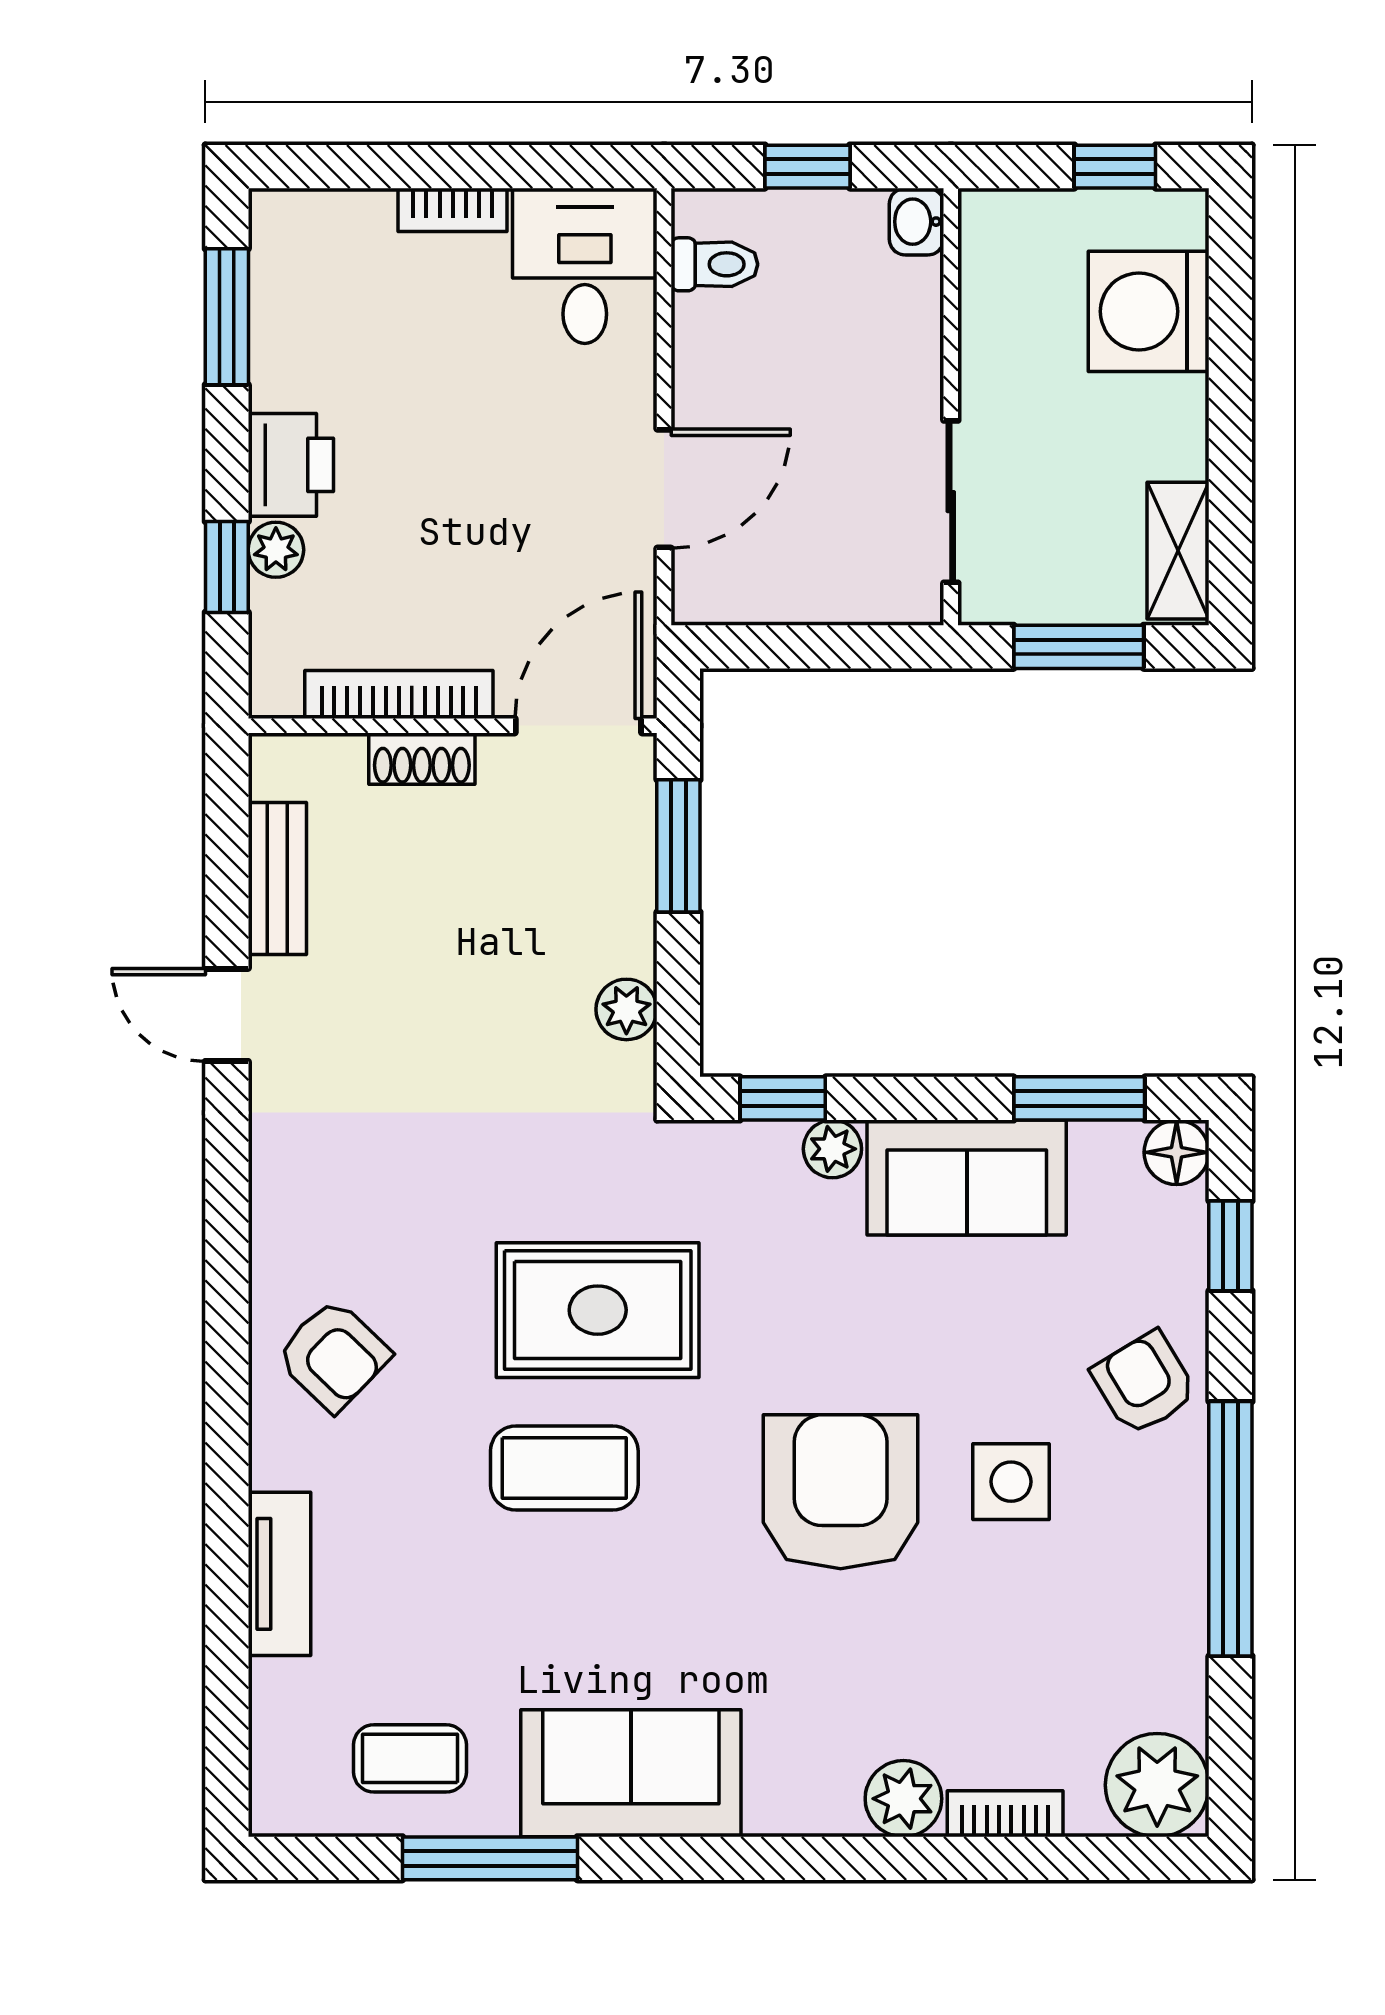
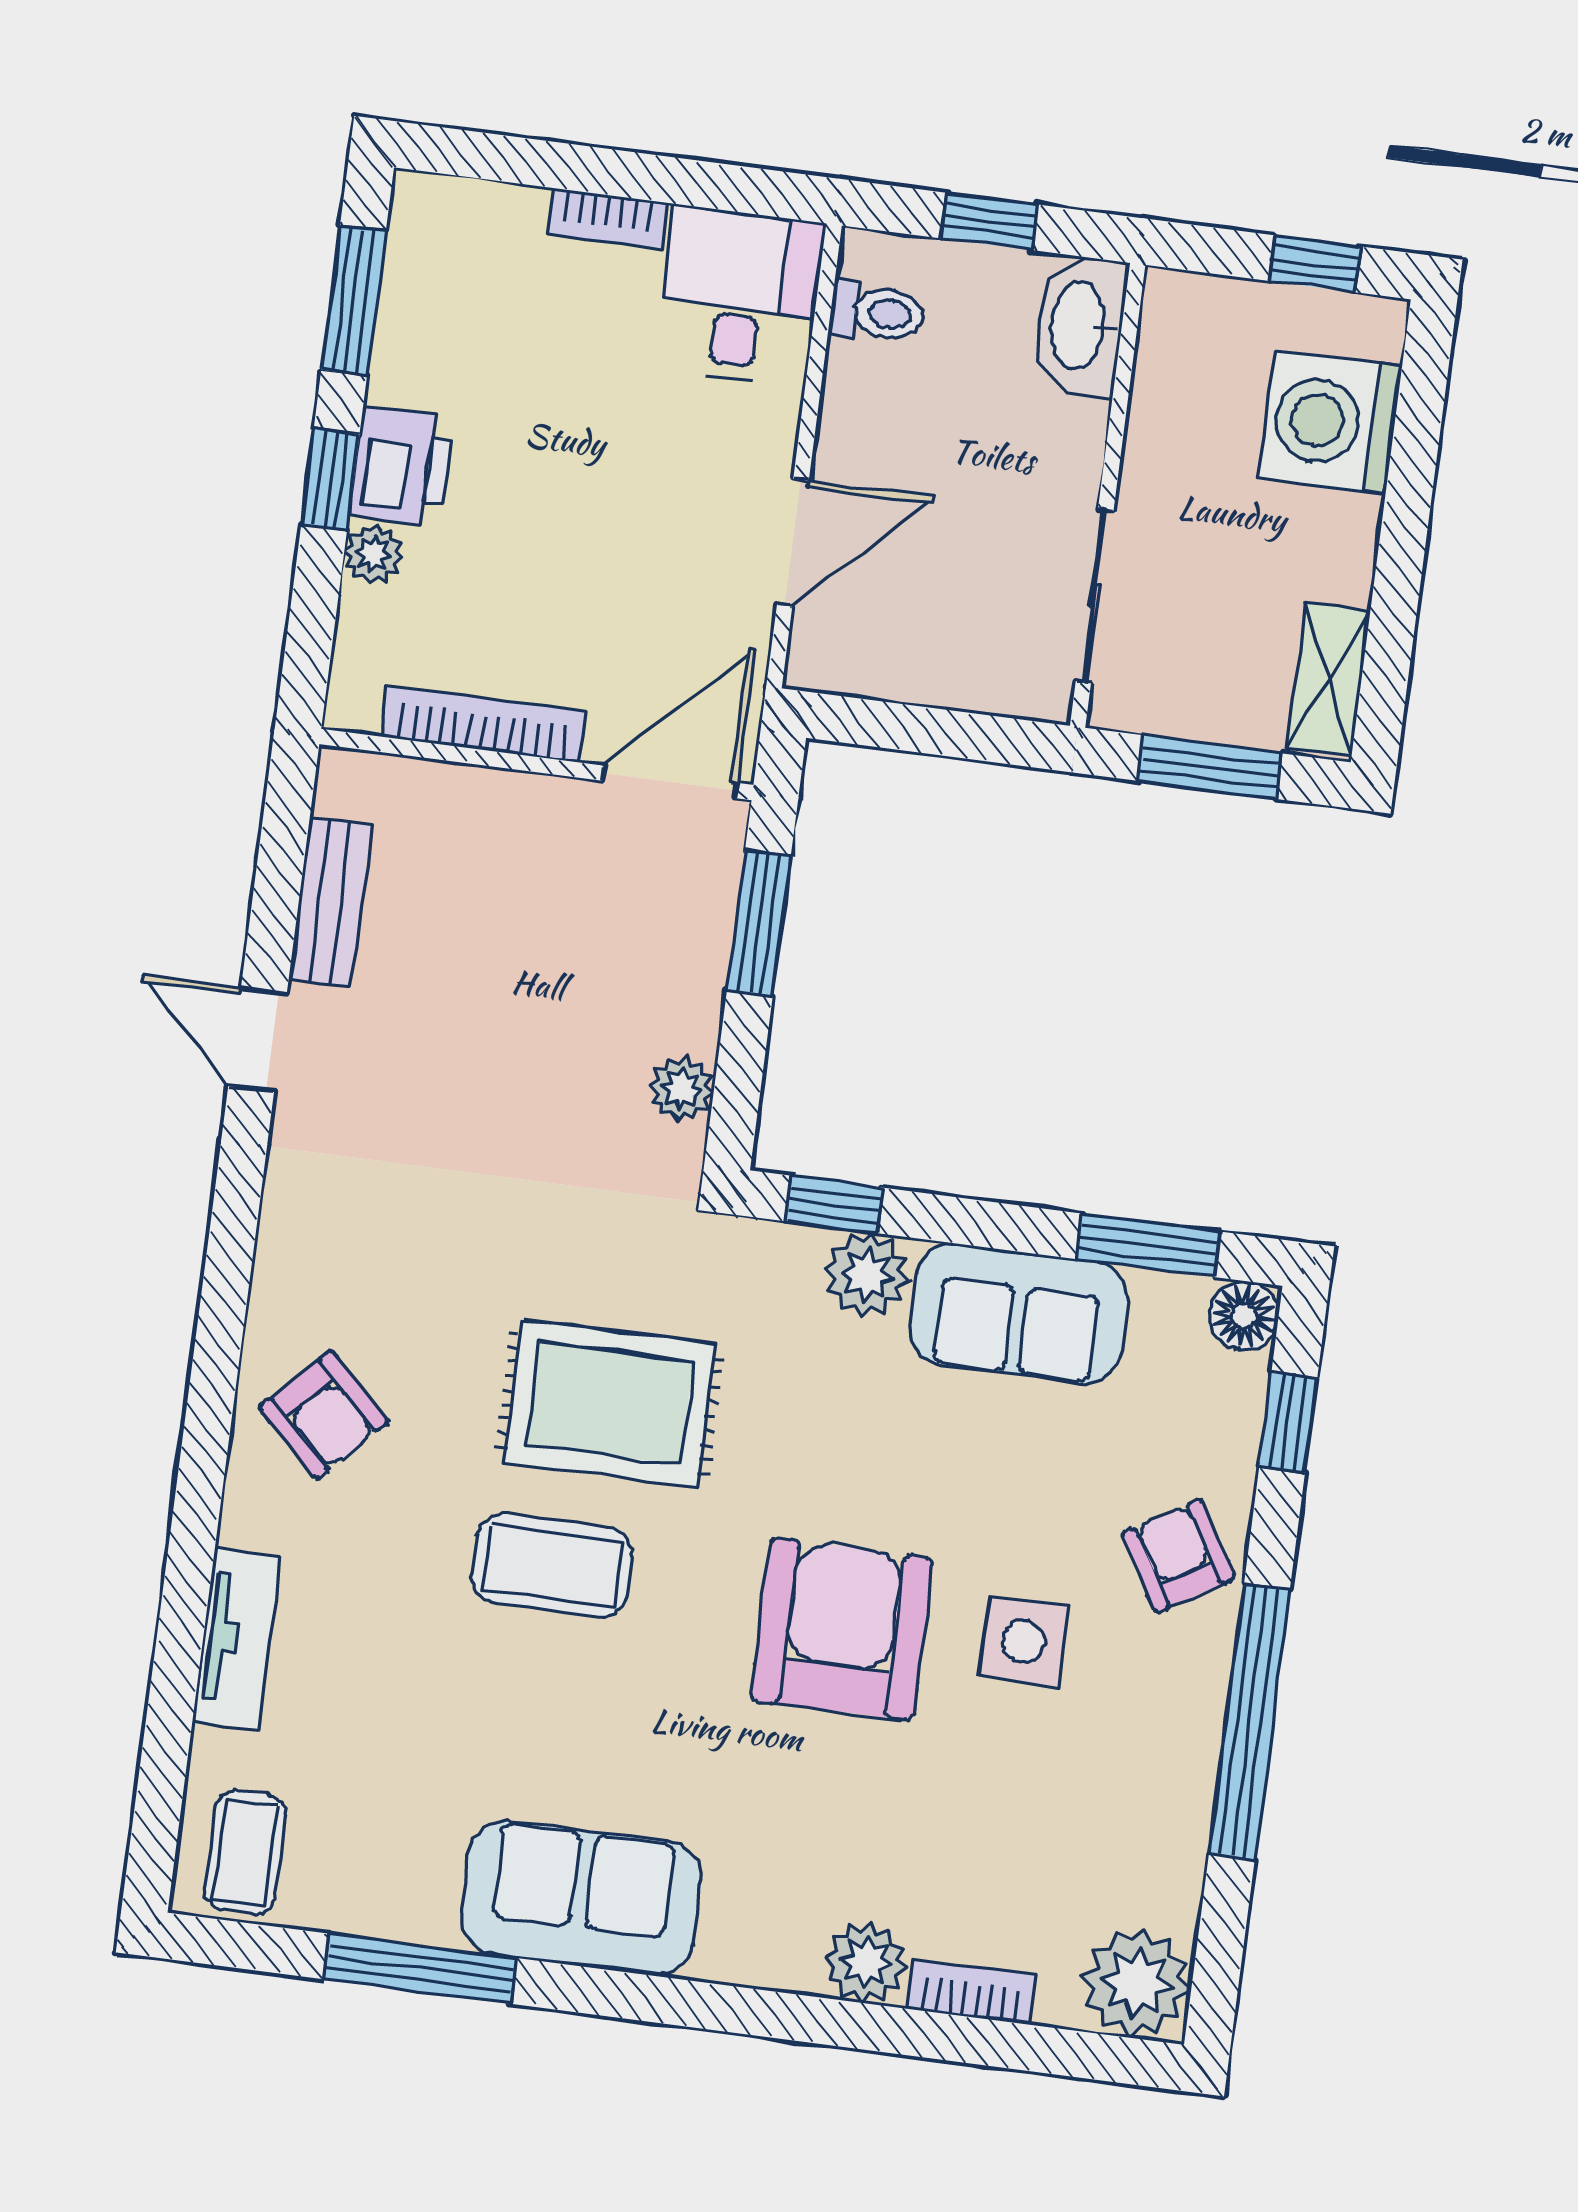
washbasin: (917, 222) -> (1080, 326), width x1.91, depth x1.45
window: (227, 567) -> (330, 479), moved
shoe rack: (422, 759) -> (499, 795), removed
plant: (832, 1149) -> (867, 1275), width x1.38, depth x1.38
coffee table: (410, 1758) -> (245, 1852), moved, turned 90

